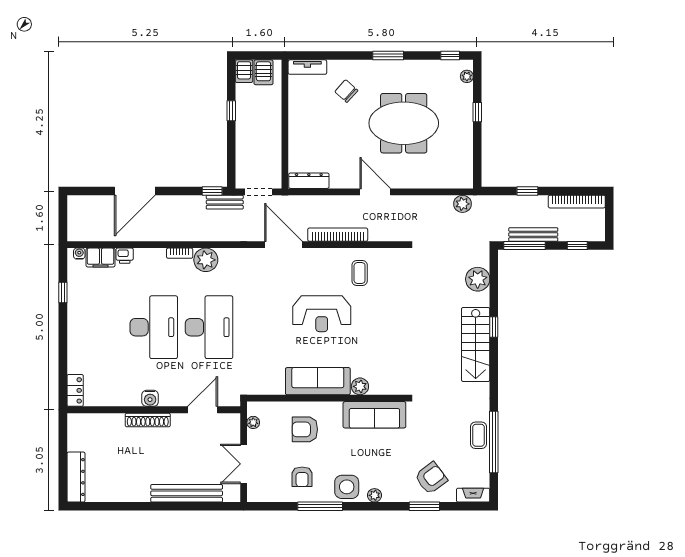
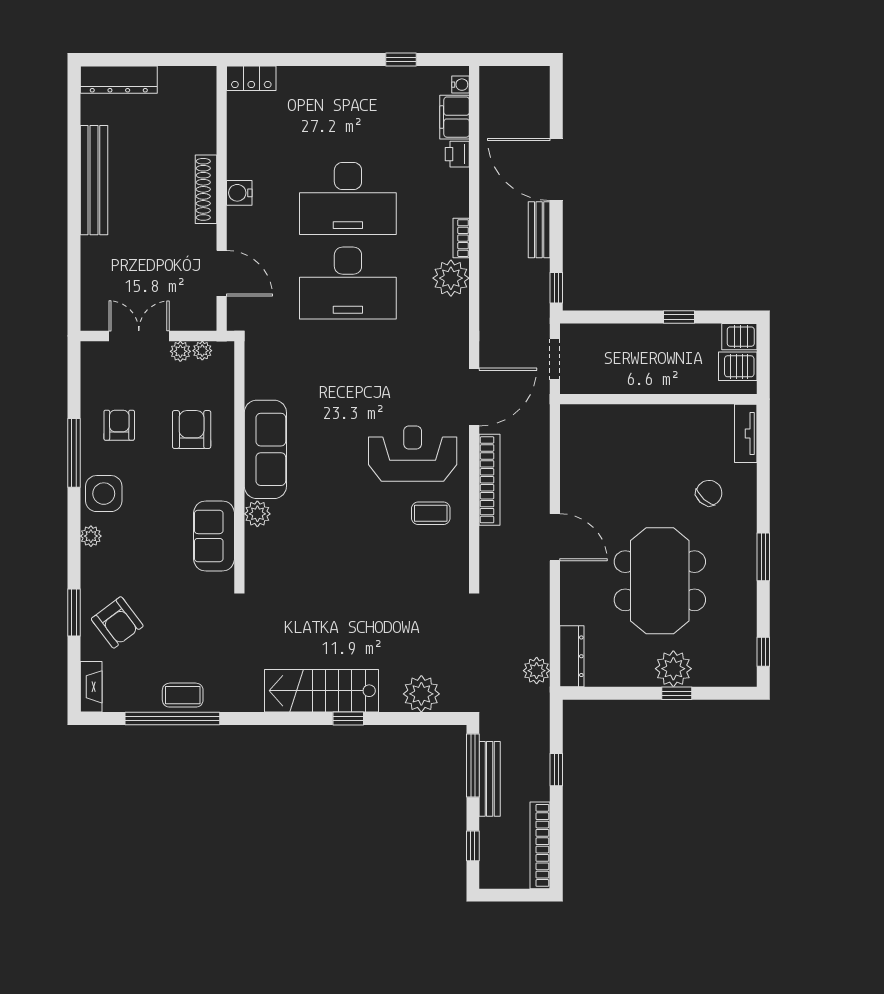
plant: (467, 76) -> (673, 669), moved, width x1.88, depth x1.88
dresser: (309, 181) -> (572, 656), moved
door: (375, 192) -> (555, 537), hinge flipped
bench: (225, 202) -> (539, 230), moved
reception desk: (322, 314) -> (413, 454), moved, turned 90
sofa: (374, 415) -> (214, 536), width x0.73
plant: (254, 437) -> (180, 351), added
armchair: (302, 477) -> (119, 425), turned 90
bench: (187, 493) -> (94, 180), moved

